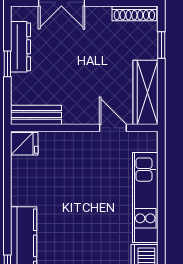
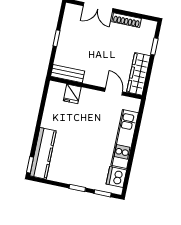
shoe rack: (134, 13) -> (127, 20), moved
dresser: (21, 47) -> (67, 29), removed
fridge: (24, 144) -> (72, 94), moved, turned 90

